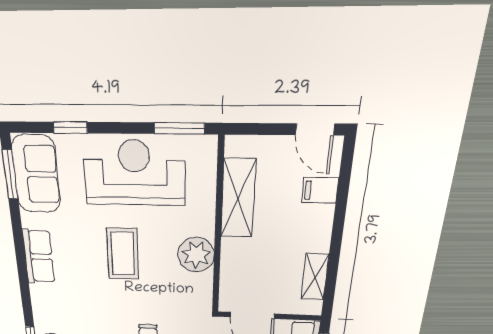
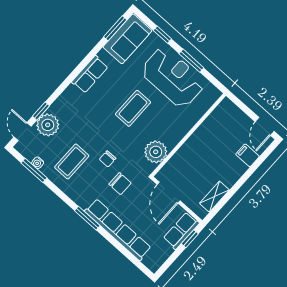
window: (179, 128) -> (191, 61), moved
shelving: (238, 198) -> (209, 128), removed
plant: (196, 255) -> (156, 152), moved

